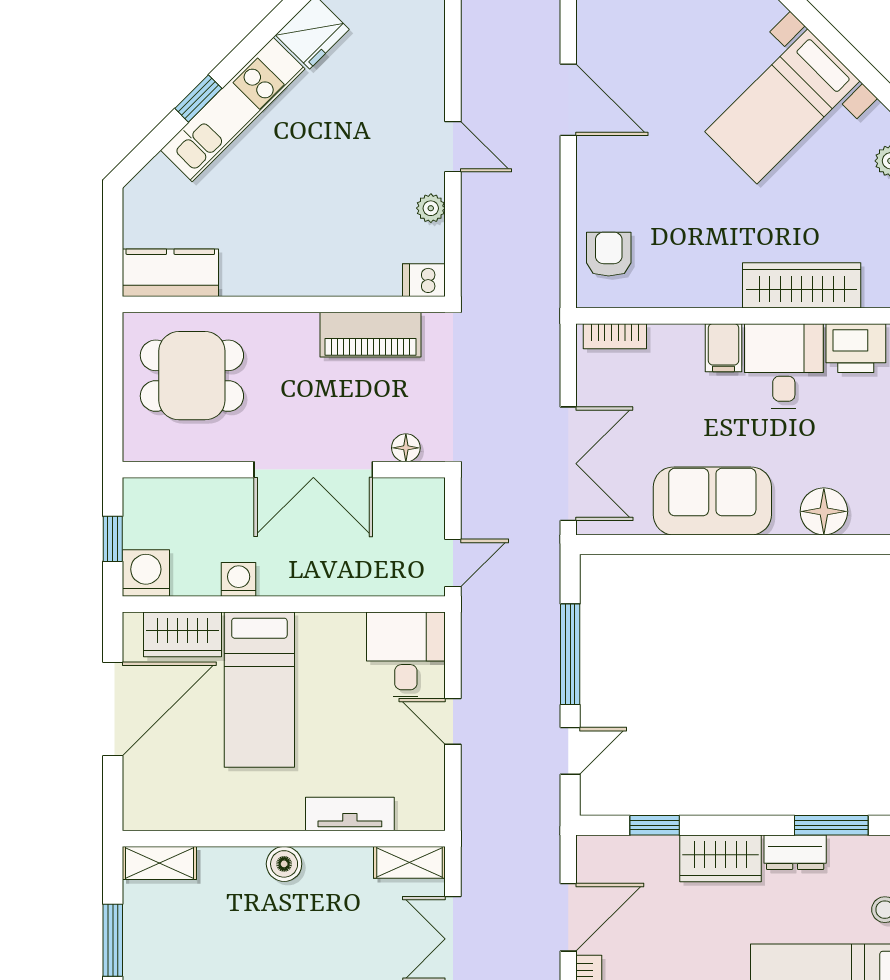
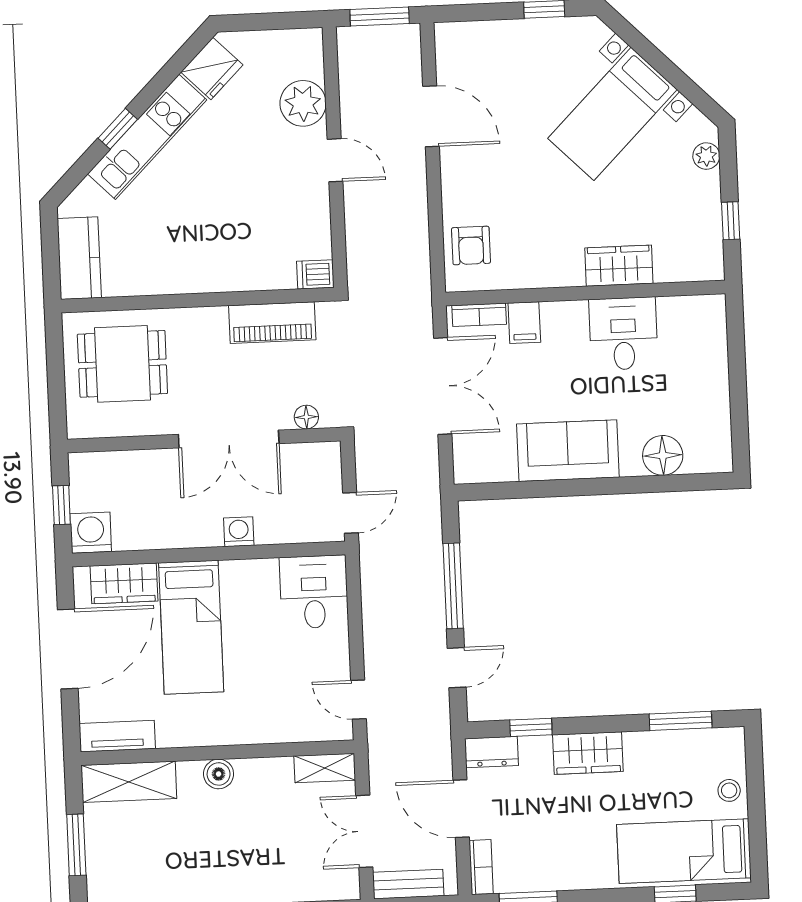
plant: (431, 208) -> (303, 103), moved, width x1.88, depth x1.88
armchair: (609, 254) -> (471, 245), turned 180
kitchen counter: (170, 273) -> (79, 258), moved, turned 90
wardrobe: (802, 285) -> (619, 266), width x0.67
filing cabinet: (723, 348) -> (524, 323), moved
printer: (856, 348) -> (684, 316), removed
double door: (568, 464) -> (443, 386), moved
washing machine: (239, 579) -> (239, 532), moved
door: (453, 721) -> (359, 700), moved
tv unit: (350, 814) -> (117, 736), moved
dresser: (795, 852) -> (491, 752), moved
shelving: (159, 863) -> (129, 782), width x1.50, depth x1.33
door: (568, 917) -> (461, 809), swing flipped

